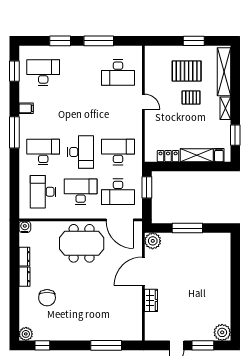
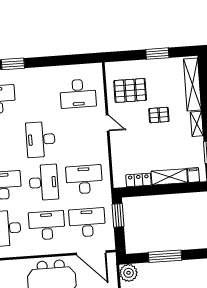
window: (99, 41) -> (55, 61), removed
pallet: (187, 71) -> (130, 90), moved
desk: (81, 112) -> (41, 139), added
desk: (118, 192) -> (87, 222), turned 180

